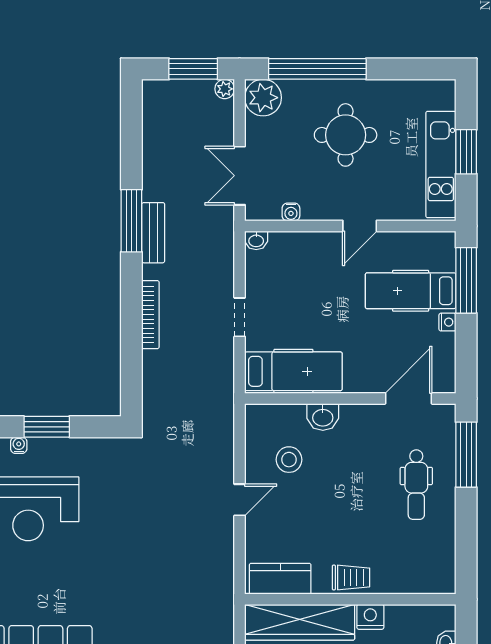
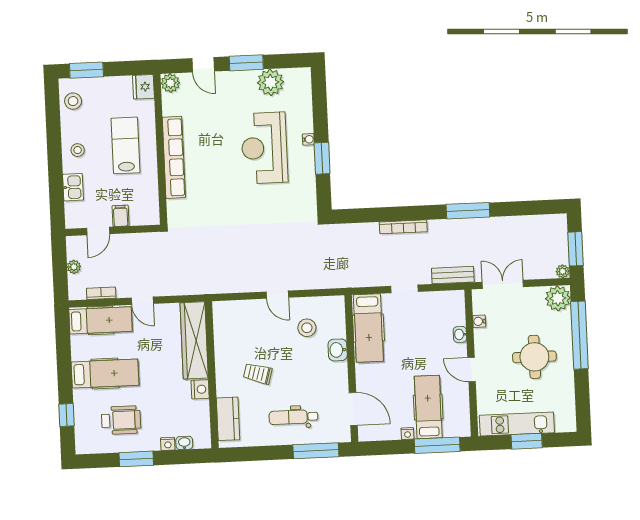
bench: (153, 233) -> (453, 275), moved
washbasin: (256, 240) -> (460, 334), moved
trolley: (351, 577) -> (258, 374), moved, turned 106
kitchen counter: (280, 579) -> (228, 419), moved

